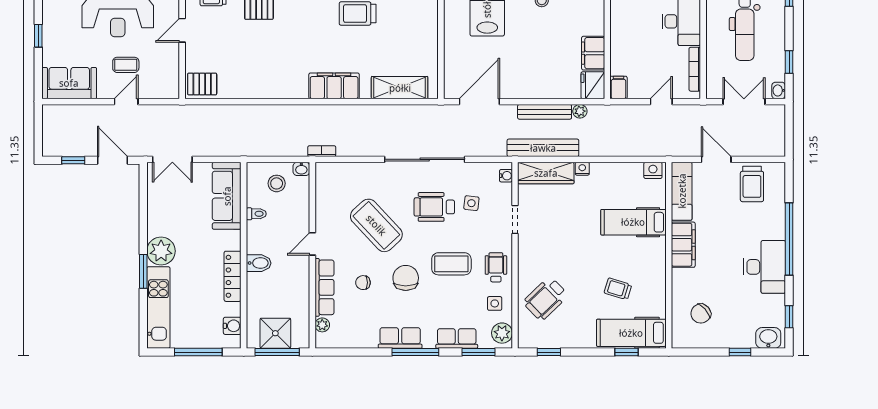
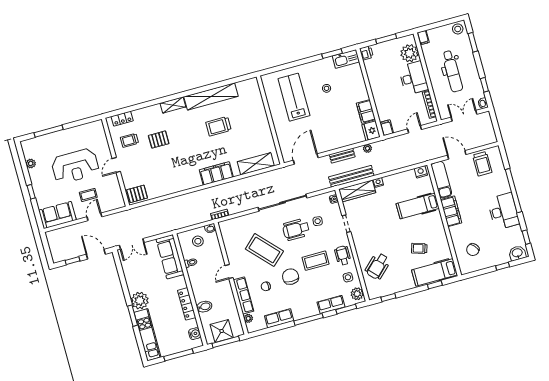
bench: (545, 112) -> (342, 156), width x0.73
bidet: (259, 263) -> (204, 307), moved
row of seats: (400, 338) -> (279, 318), moved

